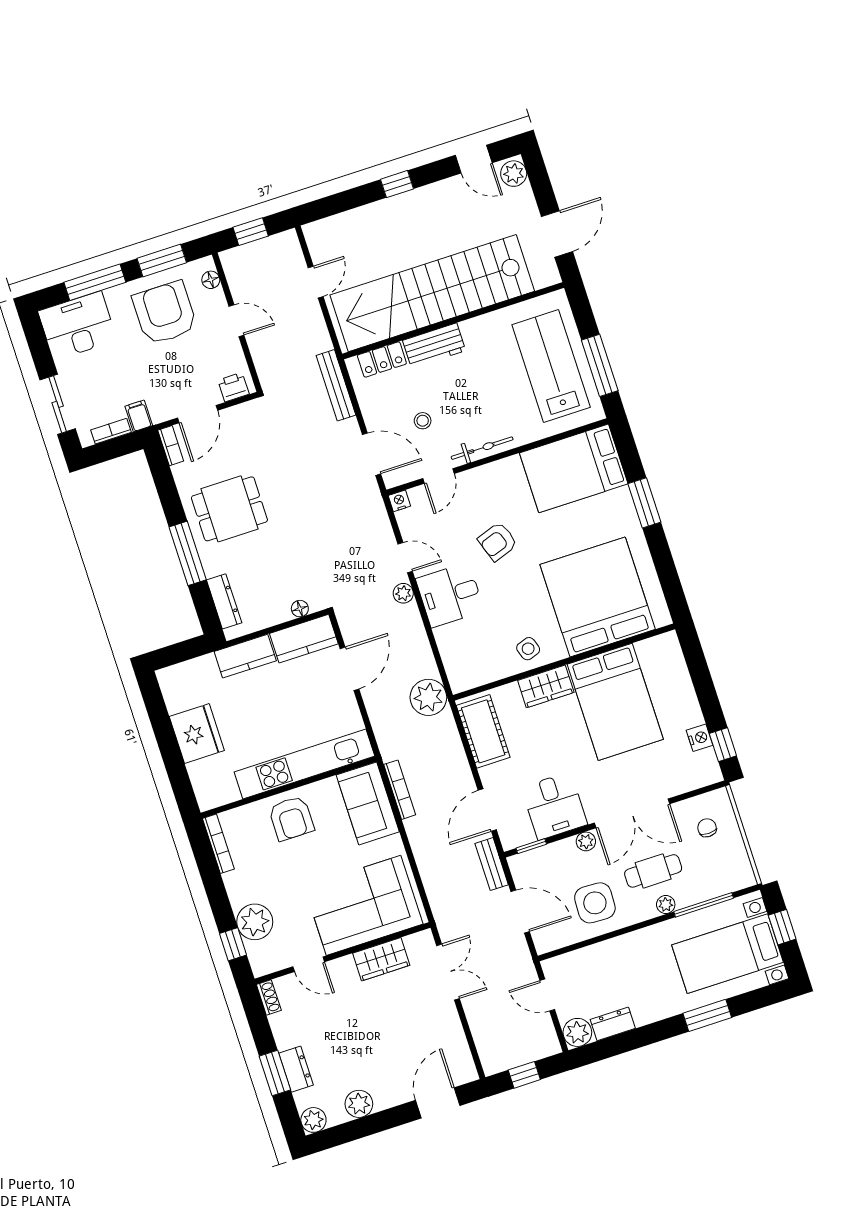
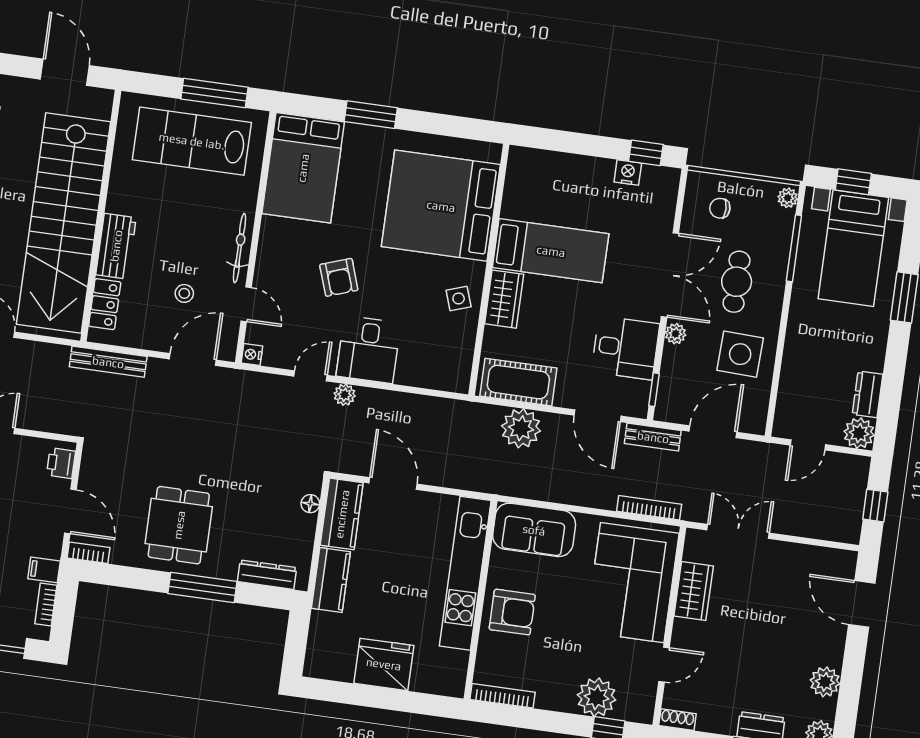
plant: (428, 697) -> (521, 428), moved
bed: (615, 702) -> (551, 251), width x0.67
bookcase: (400, 790) -> (649, 508), moved
plant: (666, 905) -> (788, 198), moved

